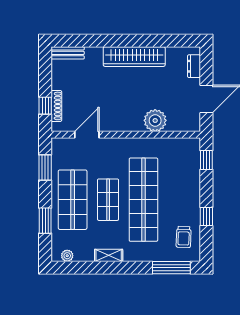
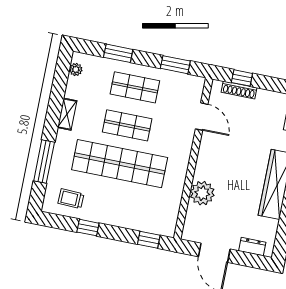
shop shelf: (73, 200) -> (135, 87), width x0.70, depth x0.74
window: (171, 268) -> (44, 161), moved

